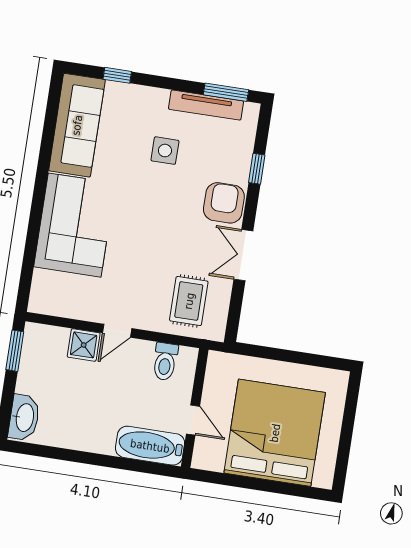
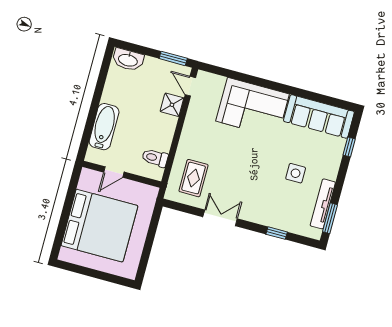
armchair: (224, 203) -> (256, 209), removed
rug: (189, 301) -> (194, 178), turned 90
door: (117, 331) -> (190, 86), moved
bathtub: (150, 446) -> (104, 127), moved

